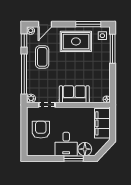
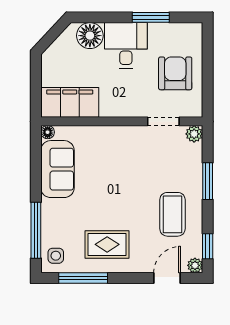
rug: (76, 41) -> (107, 244), width x0.73, depth x0.70
window: (24, 74) -> (208, 181), width x0.47
sofa: (74, 94) -> (57, 169), moved, turned -90
filing cabinet: (102, 123) -> (70, 102), moved, turned -90
armchair: (41, 130) -> (175, 73), turned 180
window: (74, 158) -> (151, 17), moved

